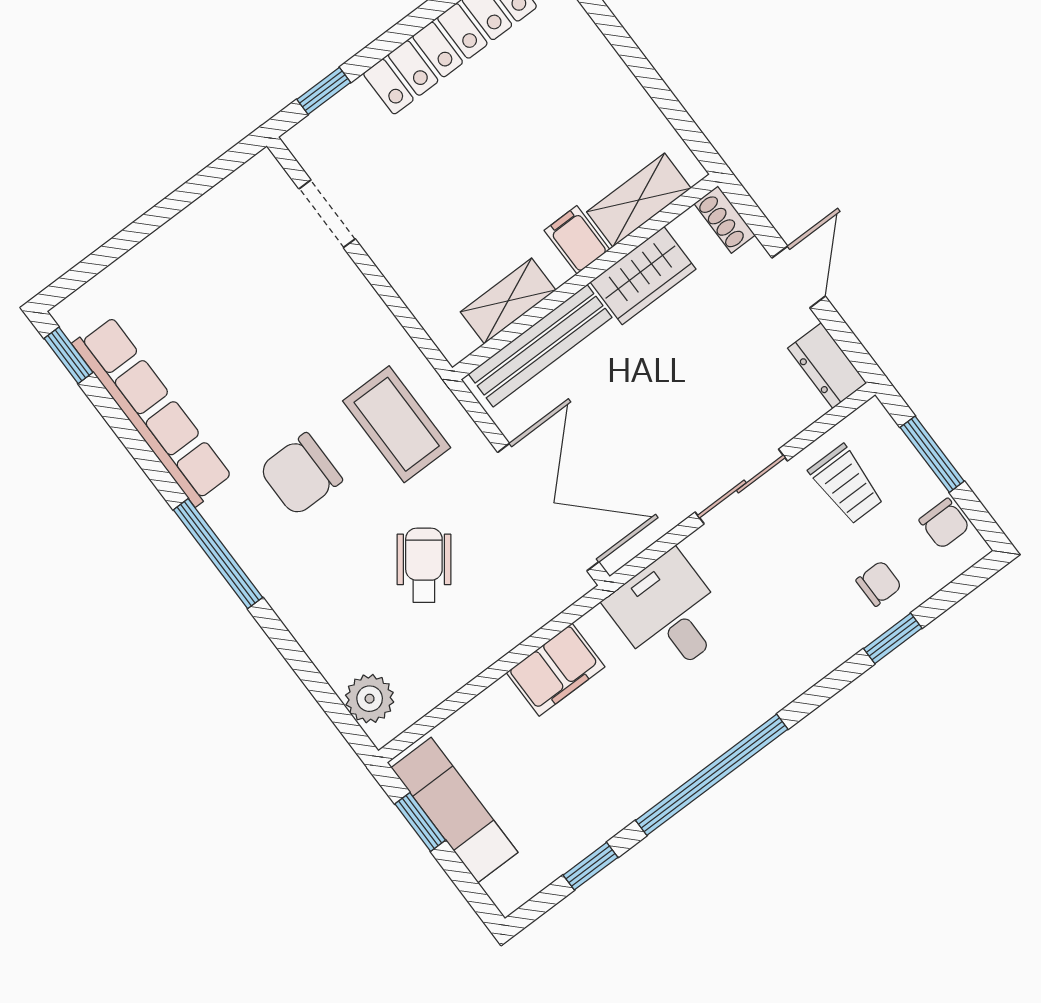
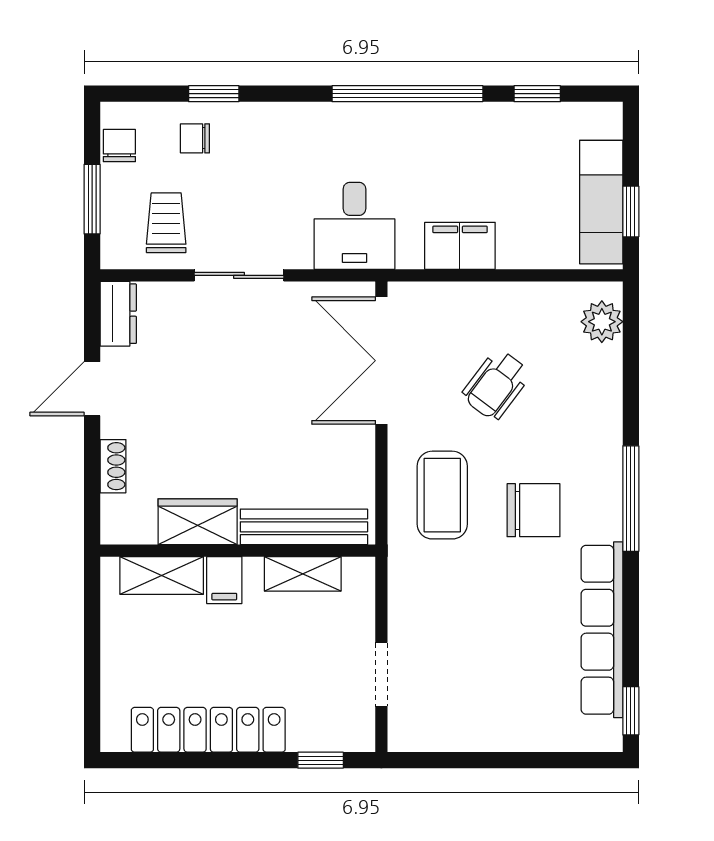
shelving: (639, 200) -> (162, 575), moved
filing cabinet: (577, 240) -> (224, 580), moved
wardrobe: (643, 276) -> (198, 522), moved
wall: (585, 277) -> (238, 551), moved
shelving: (508, 301) -> (303, 574), moved
bench: (540, 346) -> (304, 527), moved

